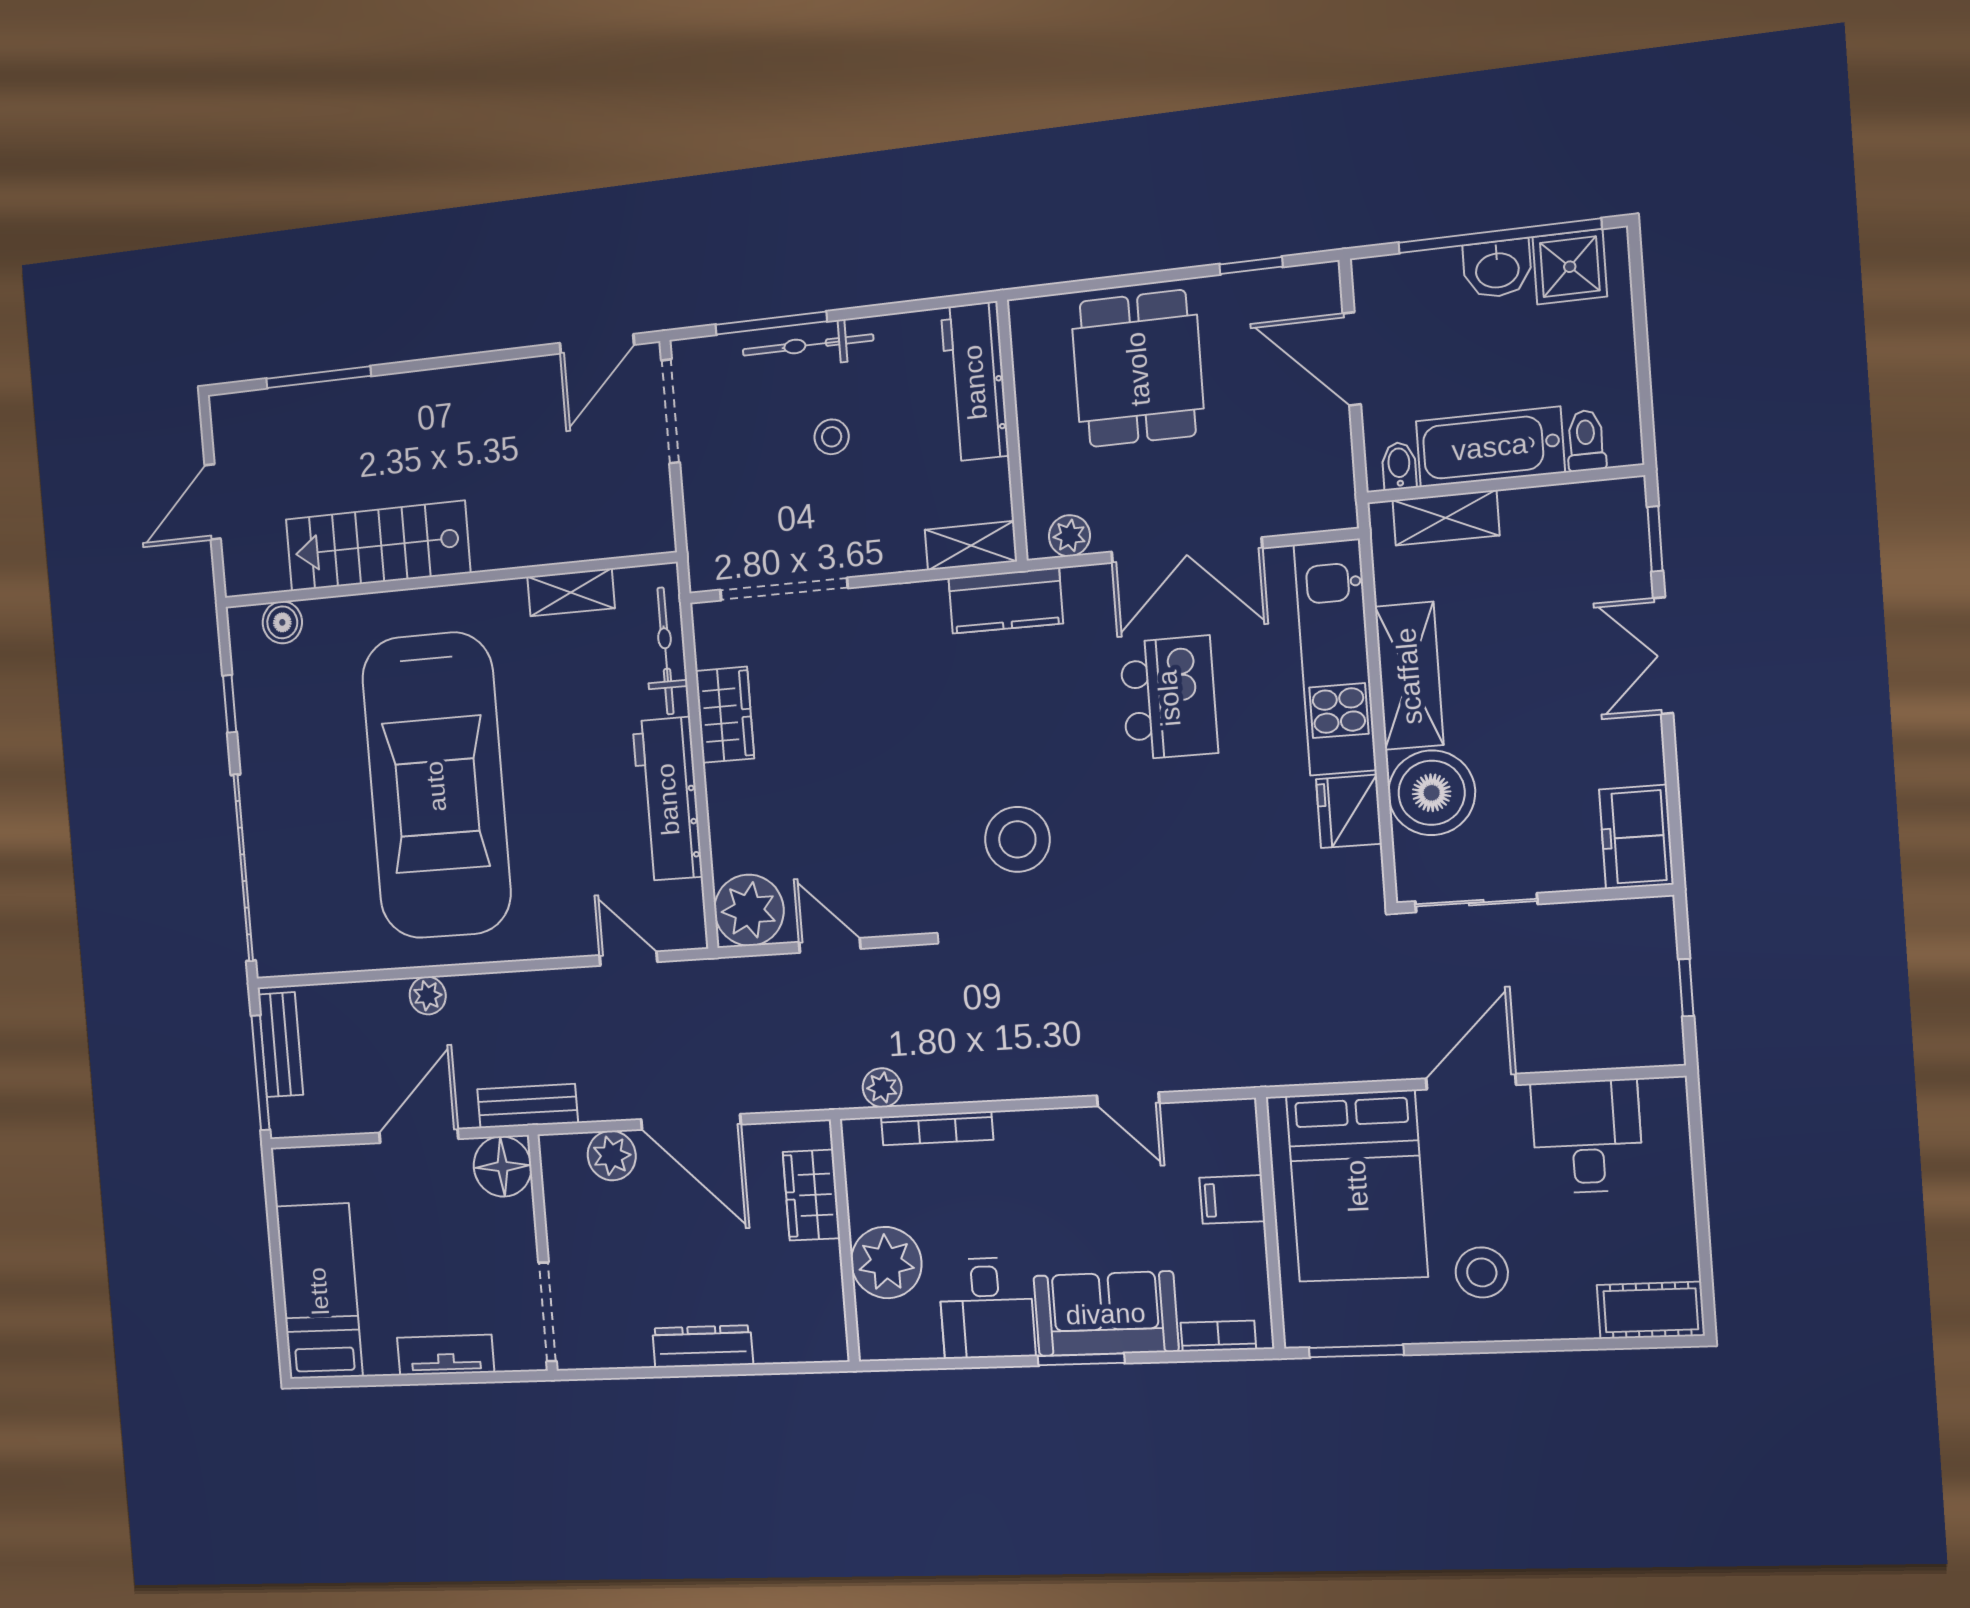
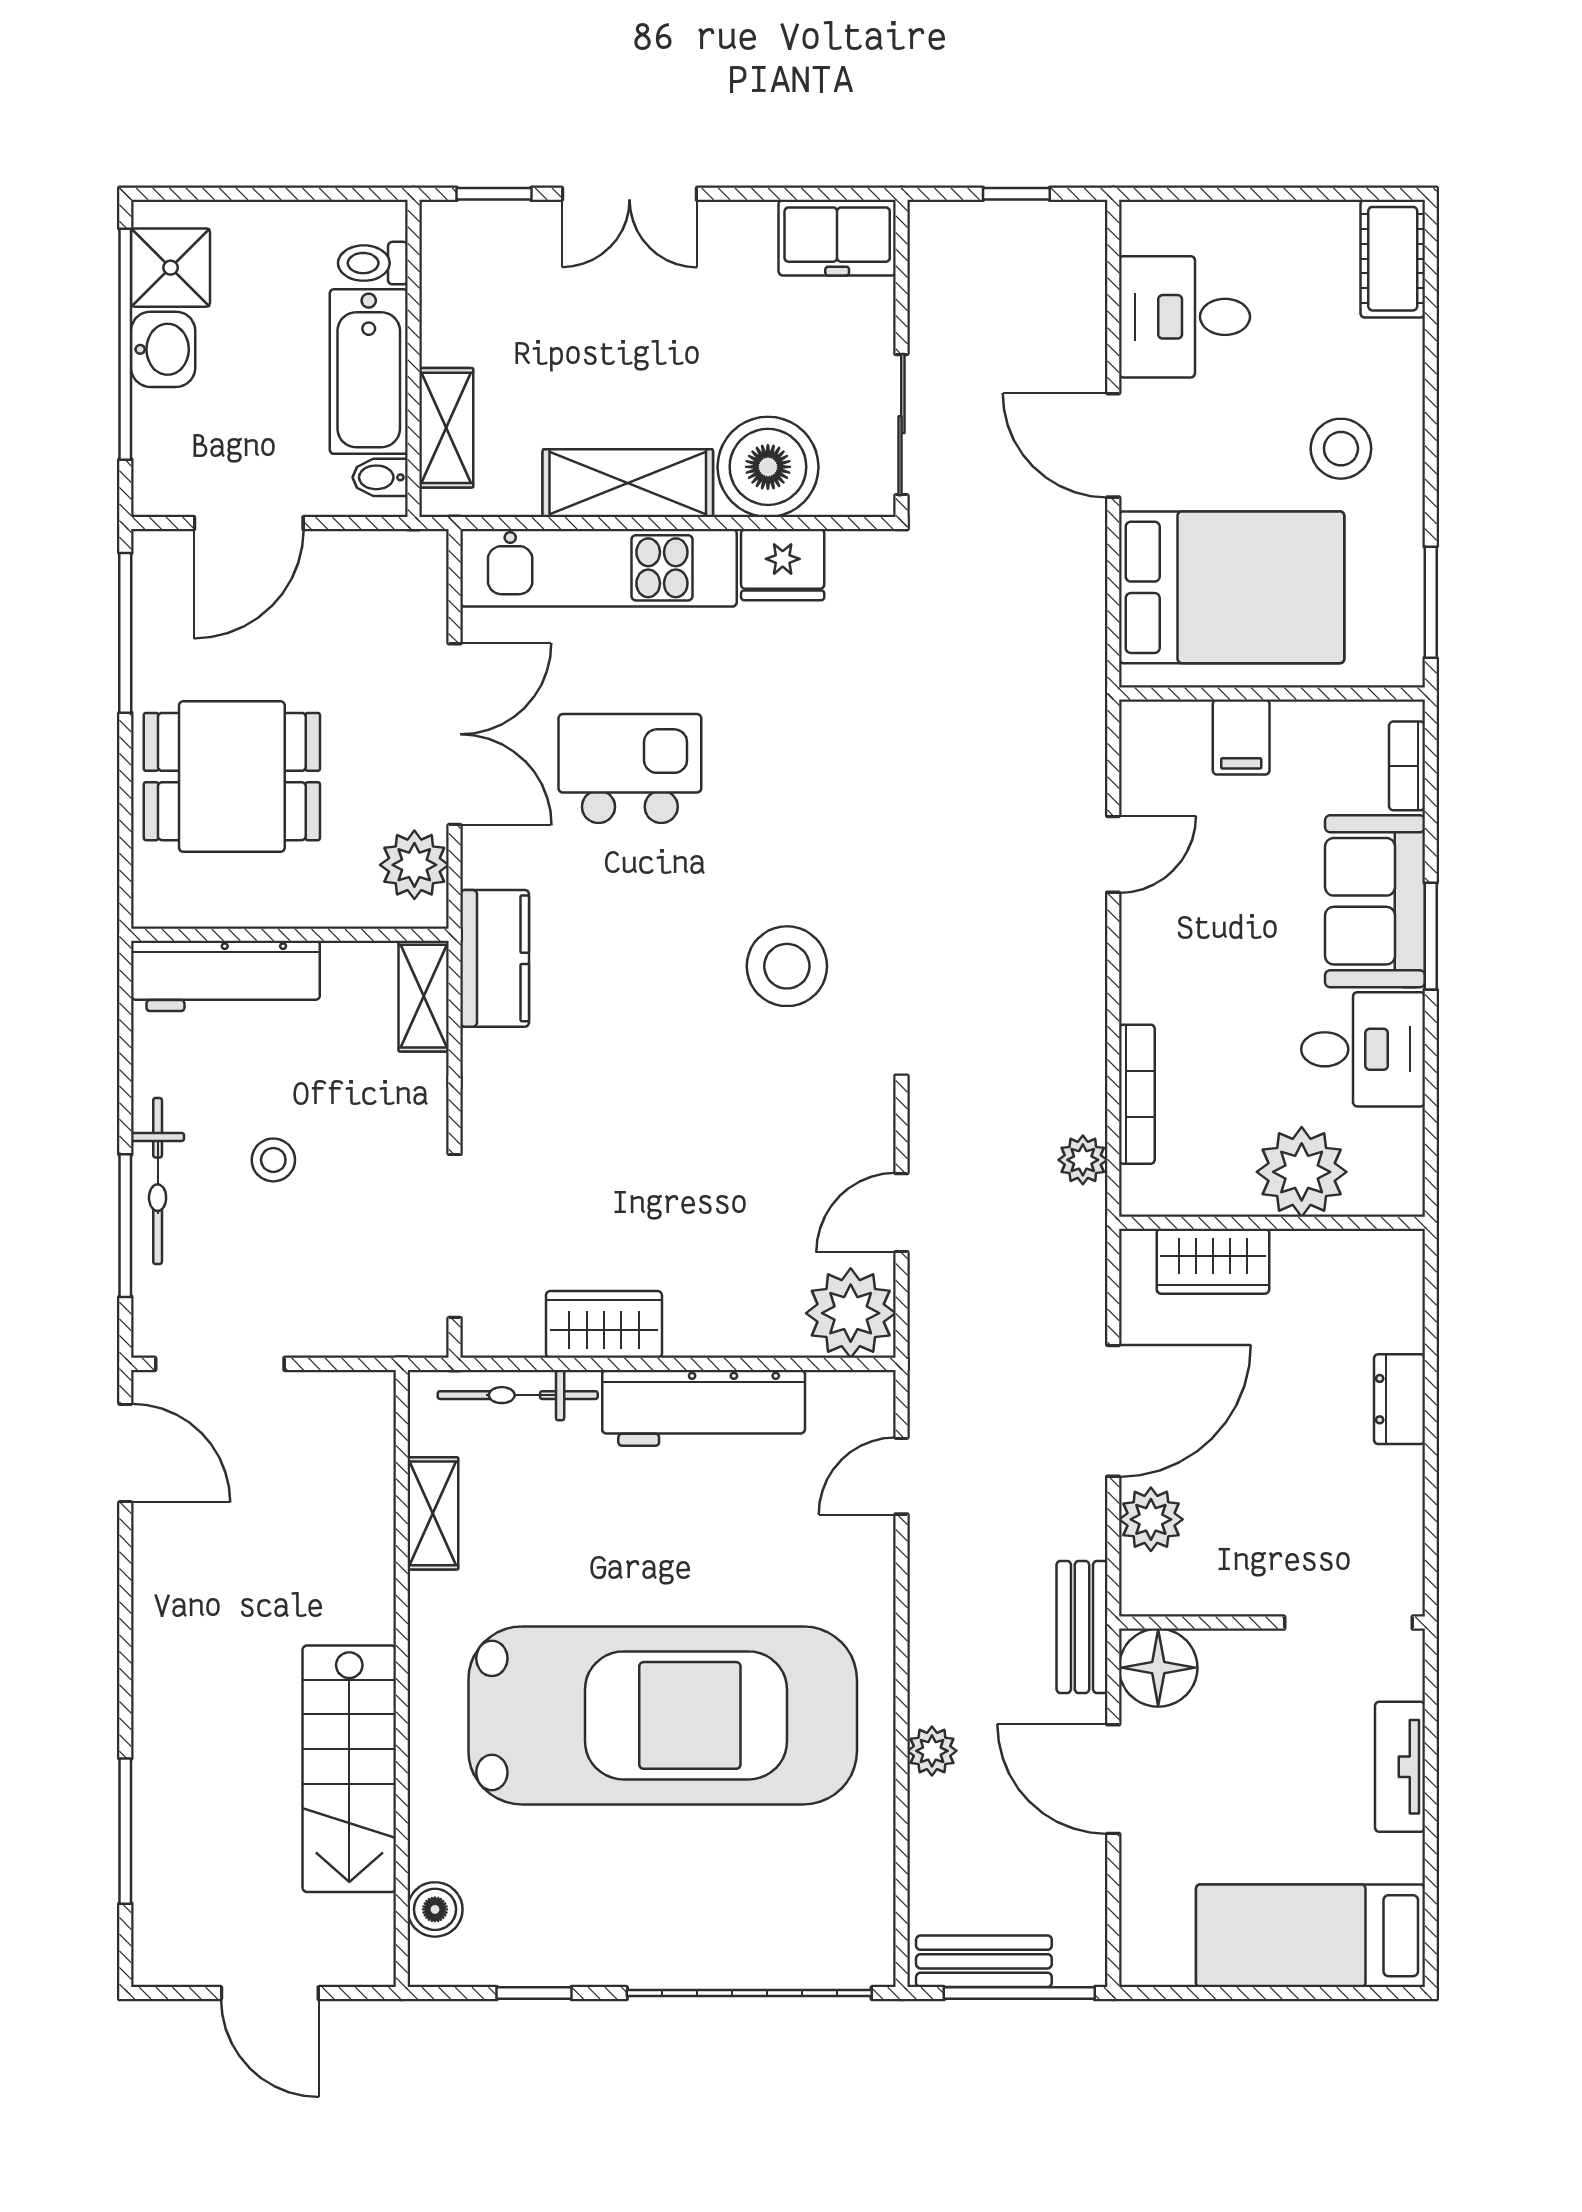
window: (1251, 266) -> (125, 633), width x2.17
plant: (1069, 536) -> (414, 865), width x1.38, depth x1.38
dresser: (703, 1346) -> (1399, 1399), width x0.70

